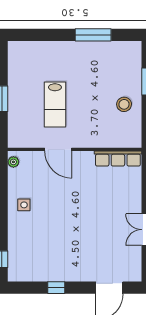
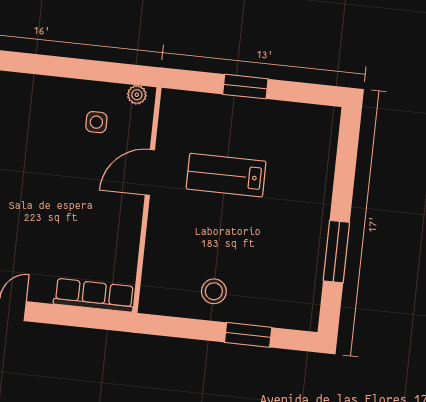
row of seats: (118, 159) -> (94, 295), moved, turned 90
side table: (24, 205) -> (96, 122), moved

